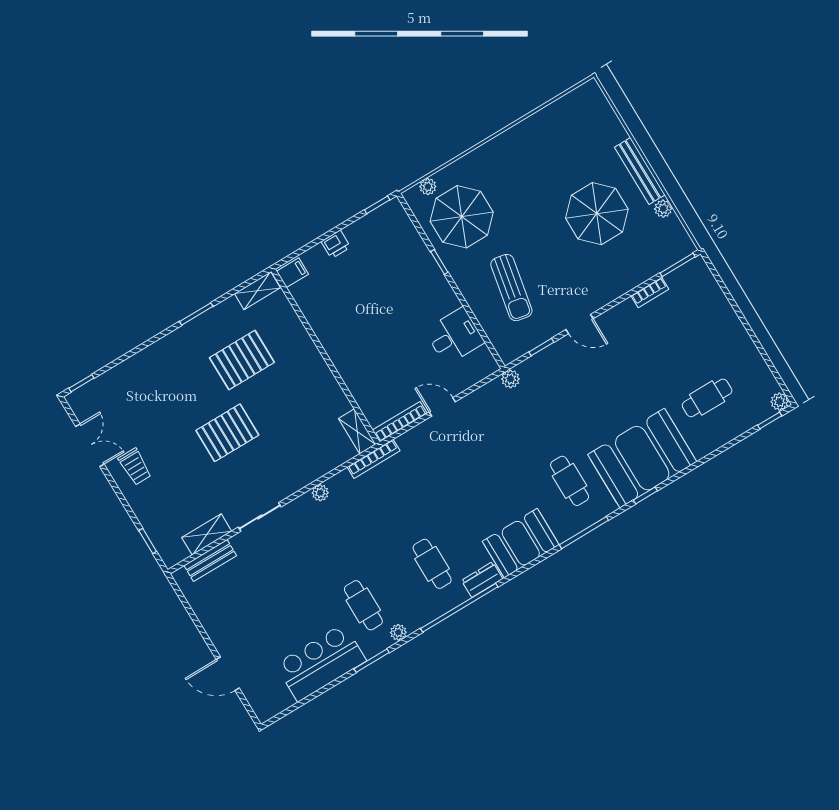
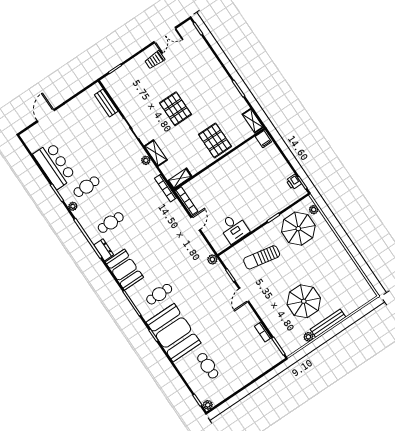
printer: (336, 244) -> (294, 182), moved
pallet: (242, 360) -> (215, 140), moved
shelving: (207, 534) -> (156, 153), moved

